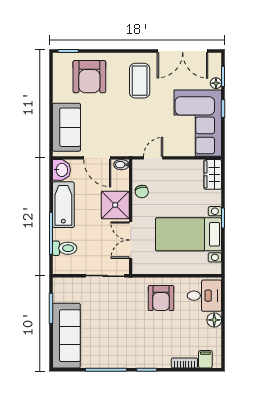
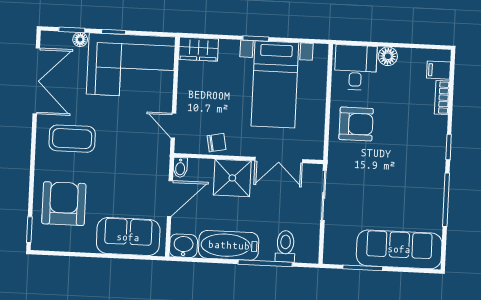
armchair: (89, 77) -> (64, 204), turned -90

